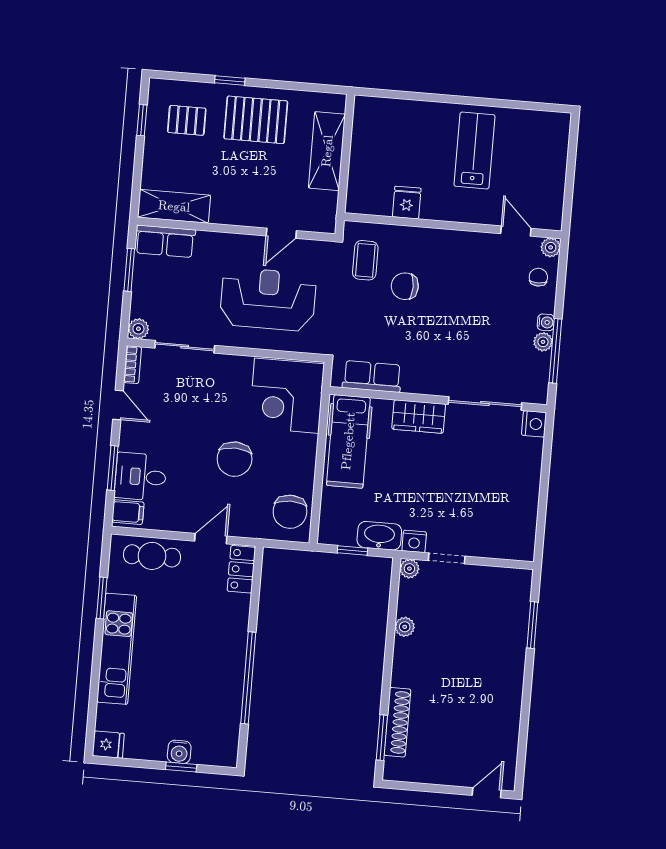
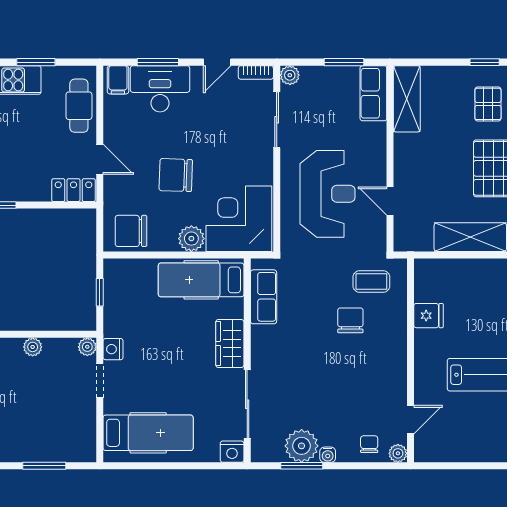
chair: (538, 277) -> (369, 444), turned -90
plant: (543, 342) -> (302, 446), width x1.88, depth x1.88
window: (555, 351) -> (302, 466), width x0.69
plant: (304, 448) -> (191, 239), added
desk: (141, 477) -> (160, 89), width x1.37
hospital bed: (506, 512) -> (148, 433), added
washbasin: (379, 536) -> (116, 316), removed

